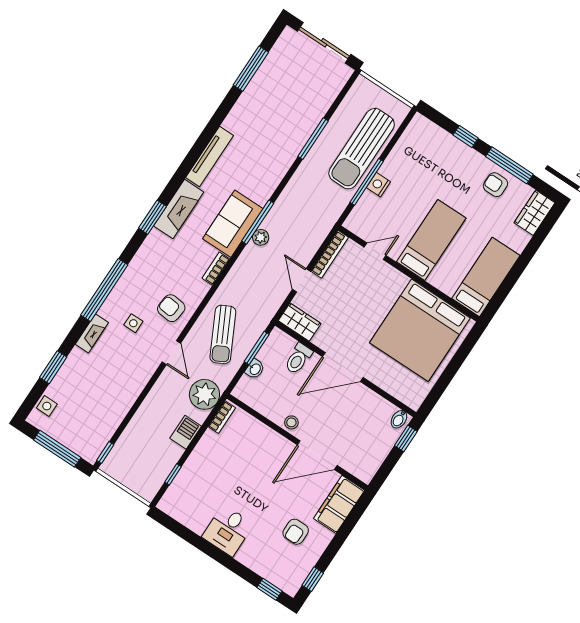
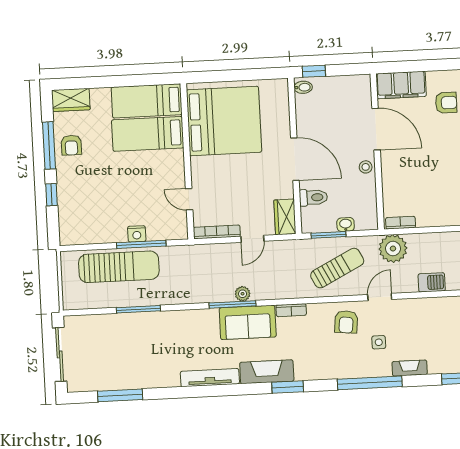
bed: (431, 240) -> (148, 134), moved
barbecue: (186, 432) -> (432, 282), moved, turned 180

